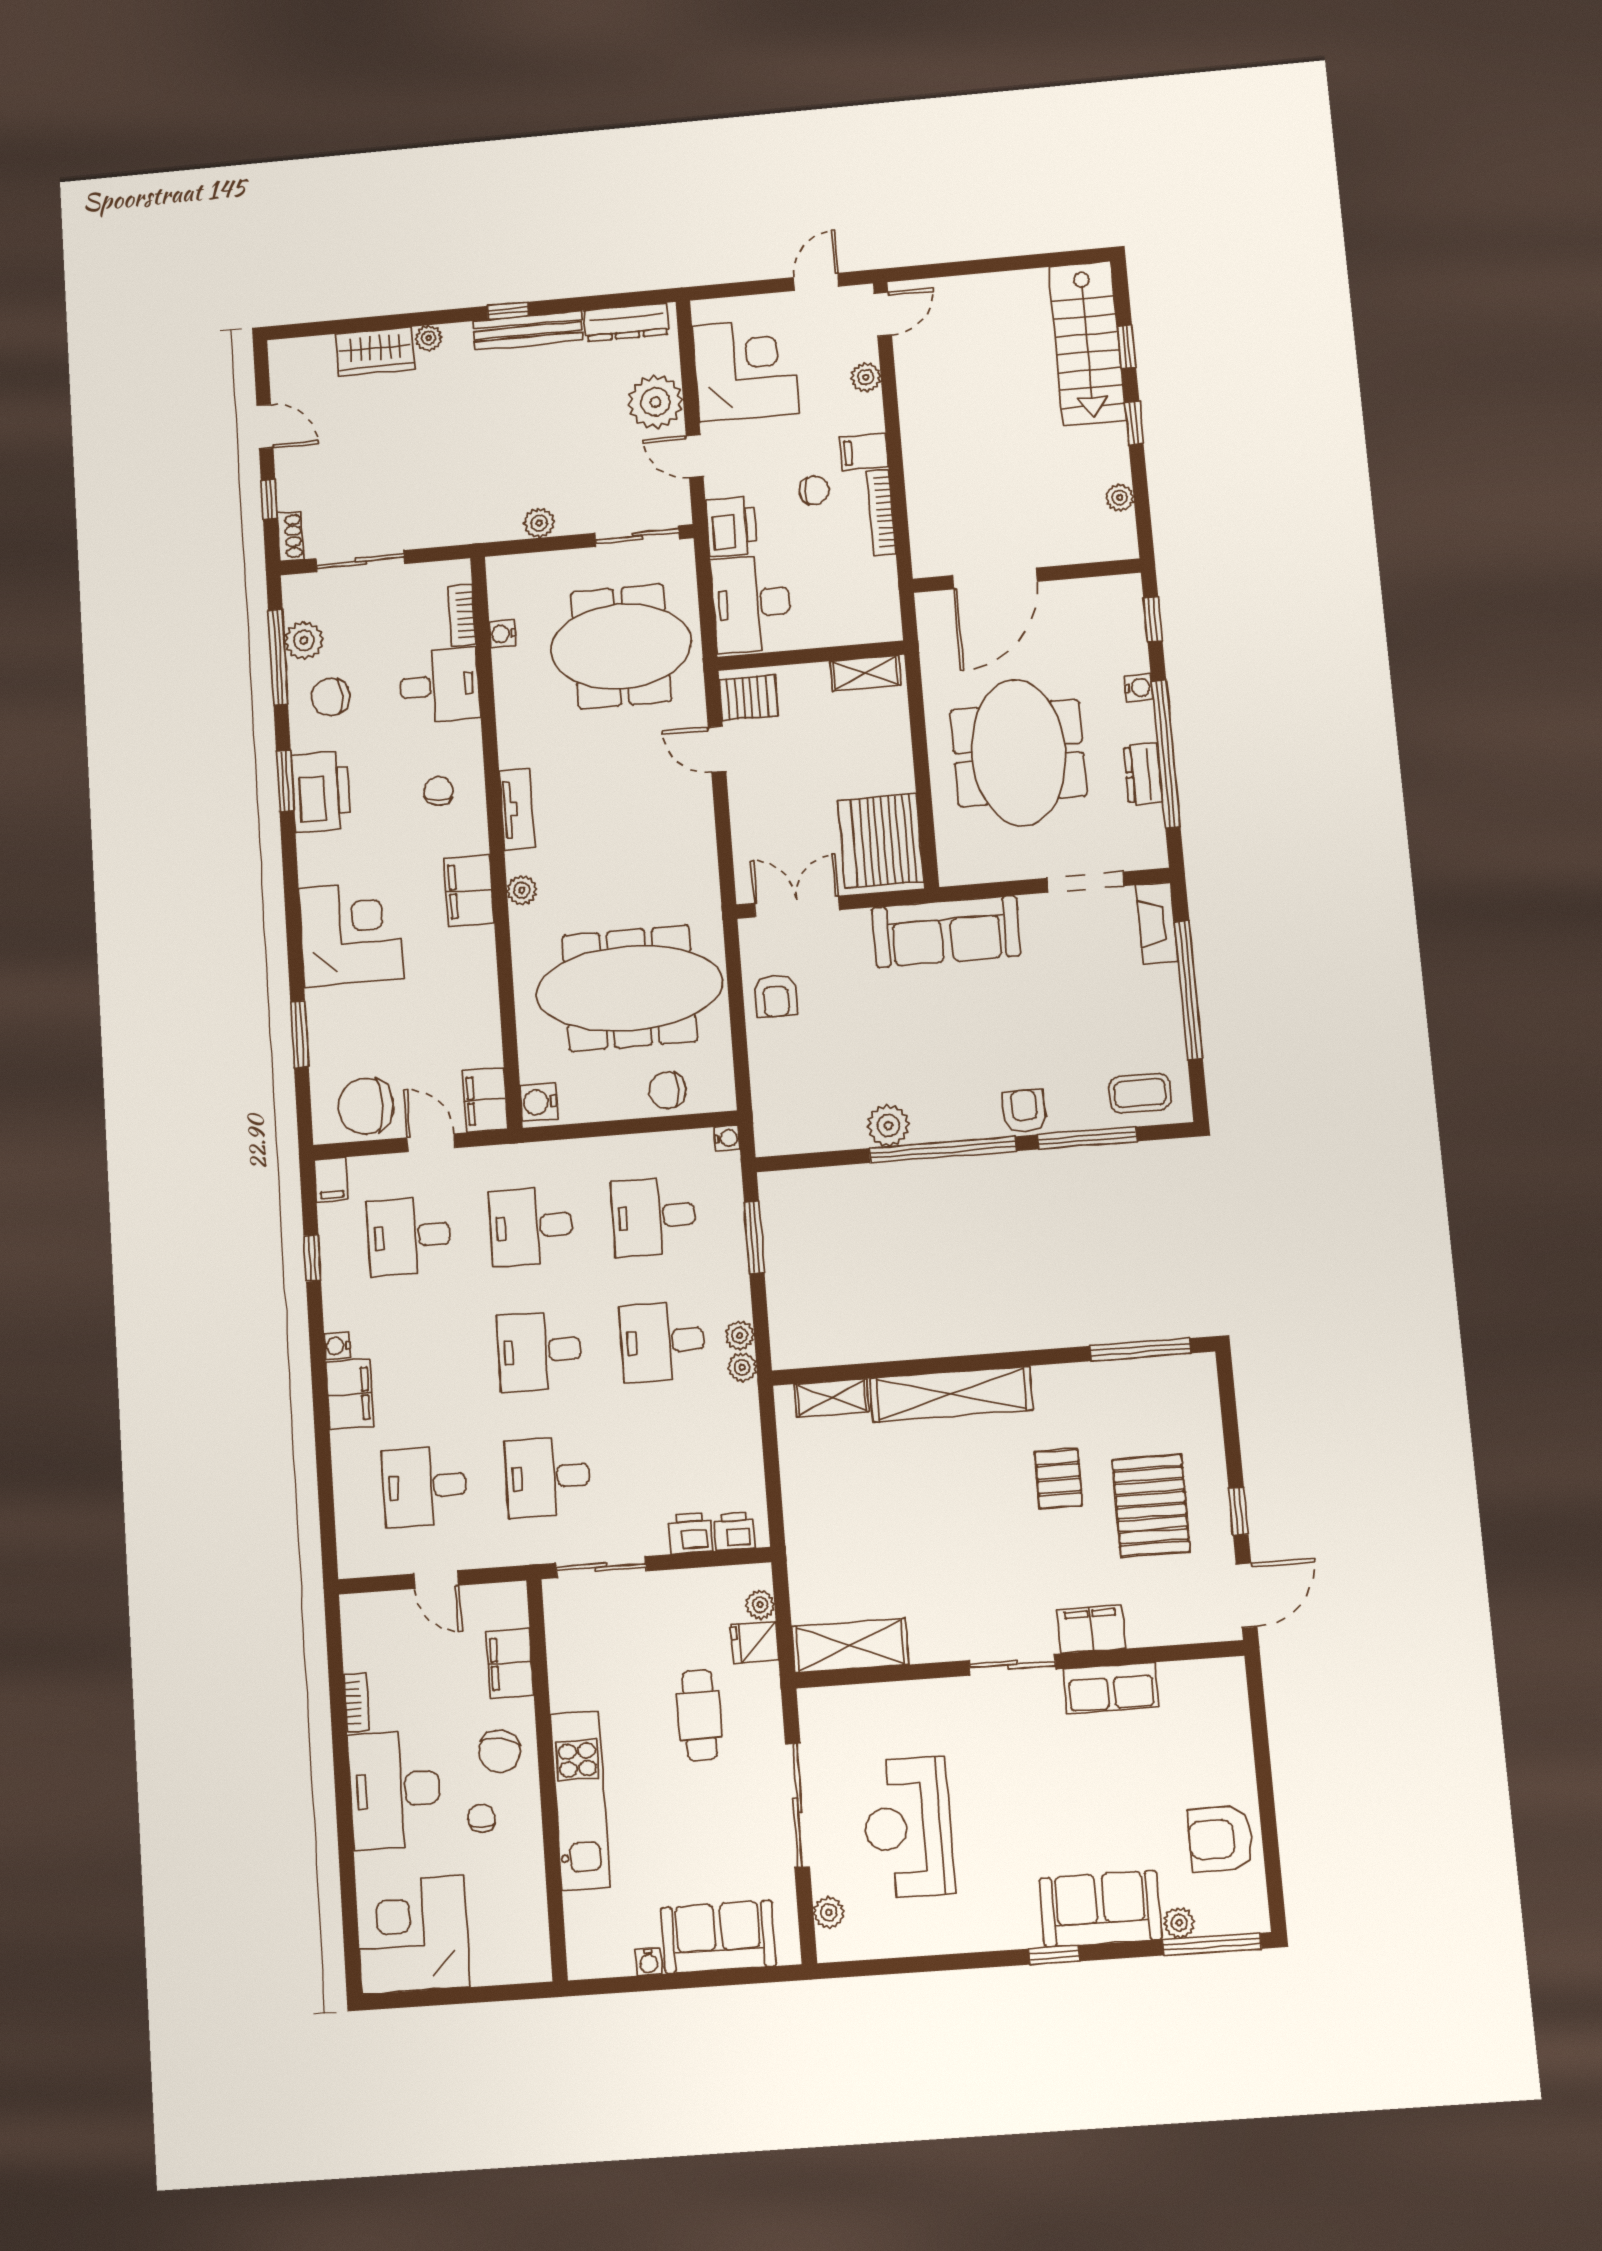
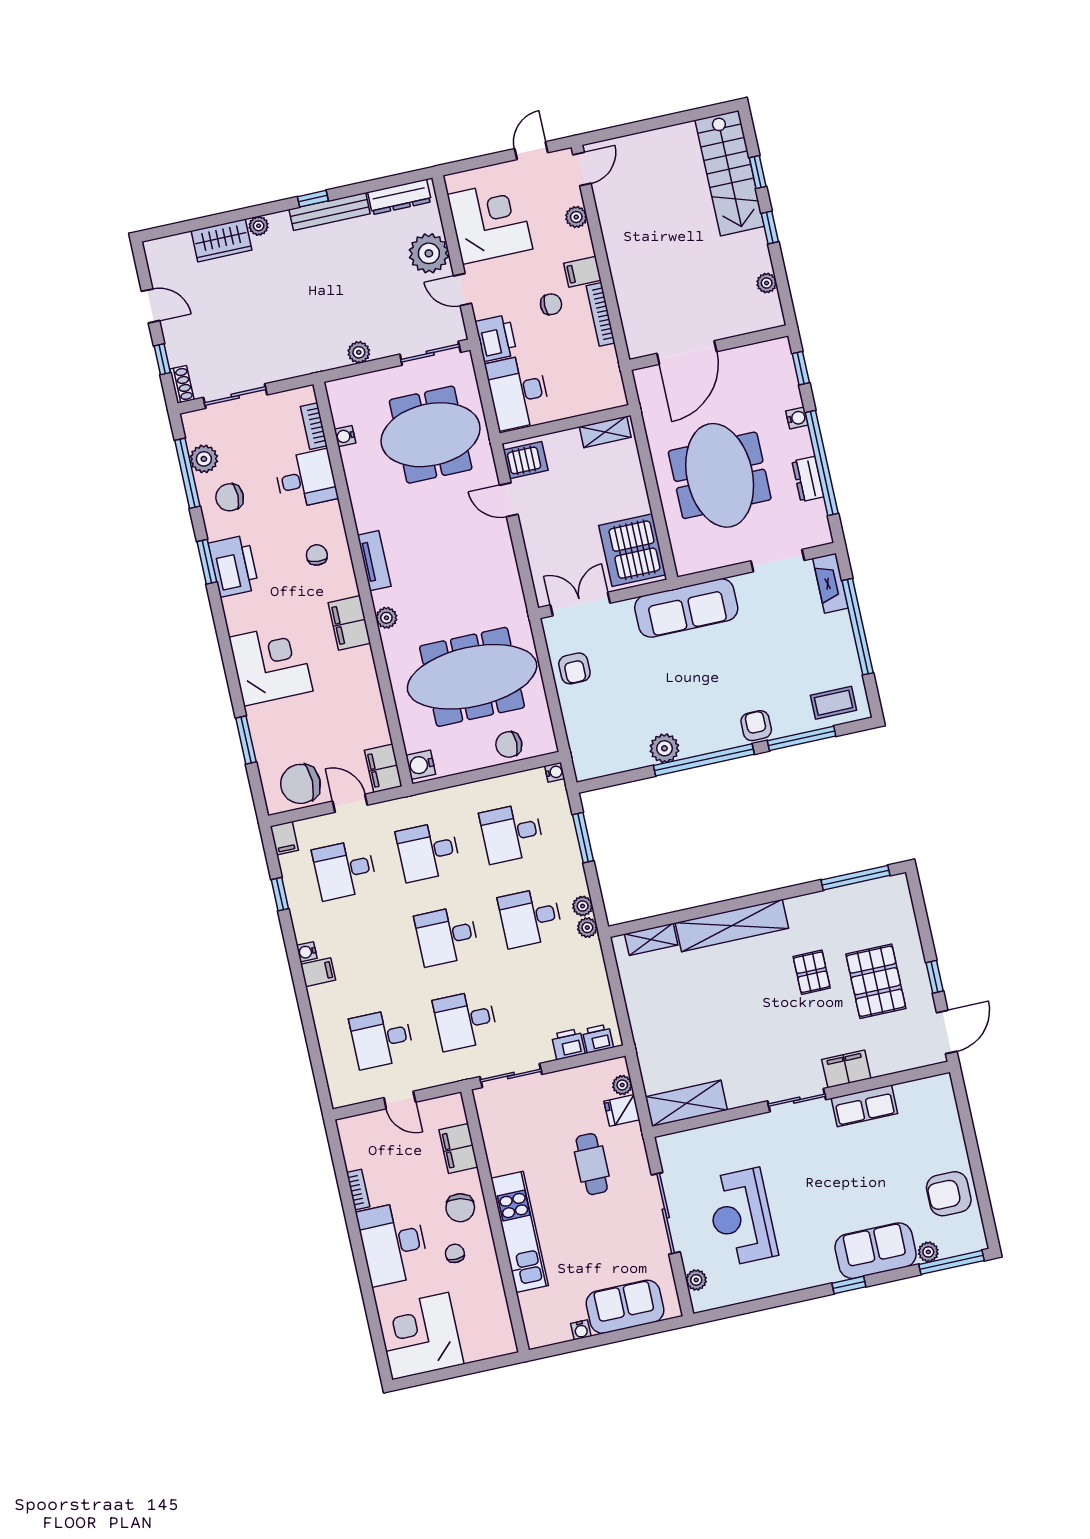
filing cabinet: (350, 1394) -> (318, 972), width x0.50

